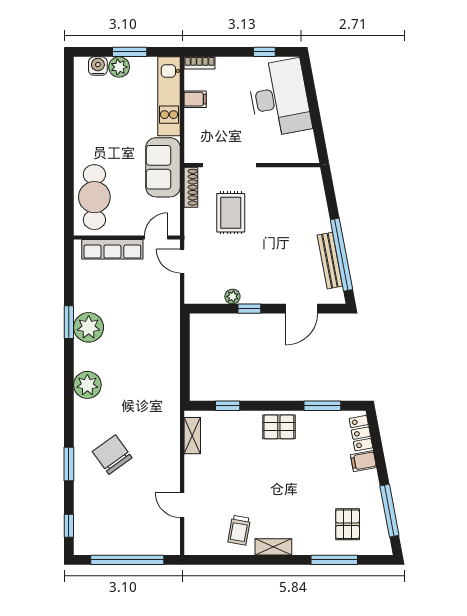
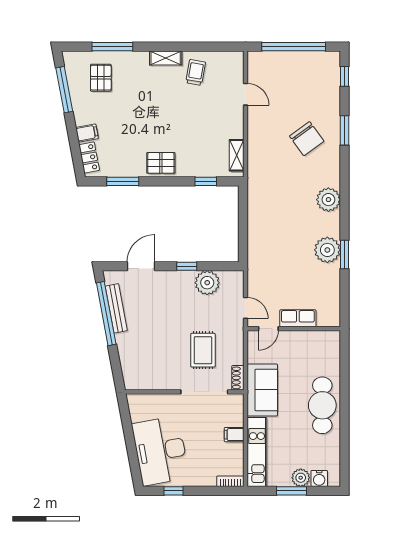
filing cabinet: (195, 99) -> (234, 435), moved
shoe rack: (191, 187) -> (238, 378), width x0.70
cafe table: (94, 197) -> (322, 405), moved
row of seats: (112, 249) -> (298, 318), width x0.68
plant: (232, 296) -> (207, 283), width x1.87, depth x1.87

